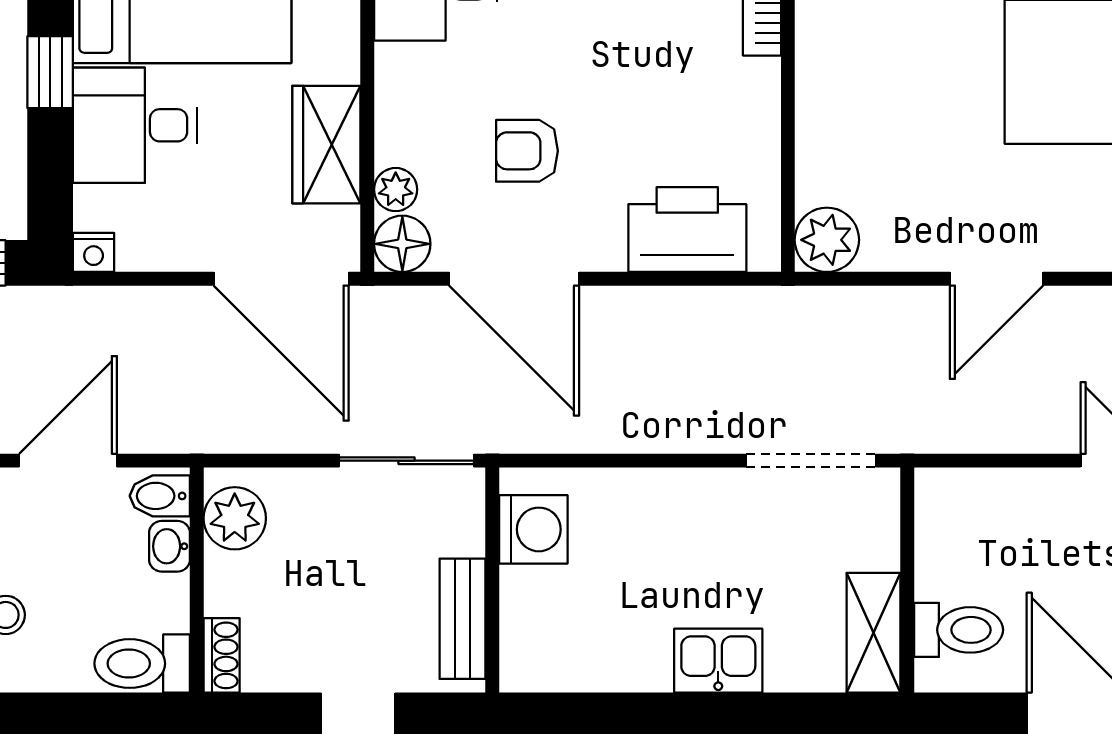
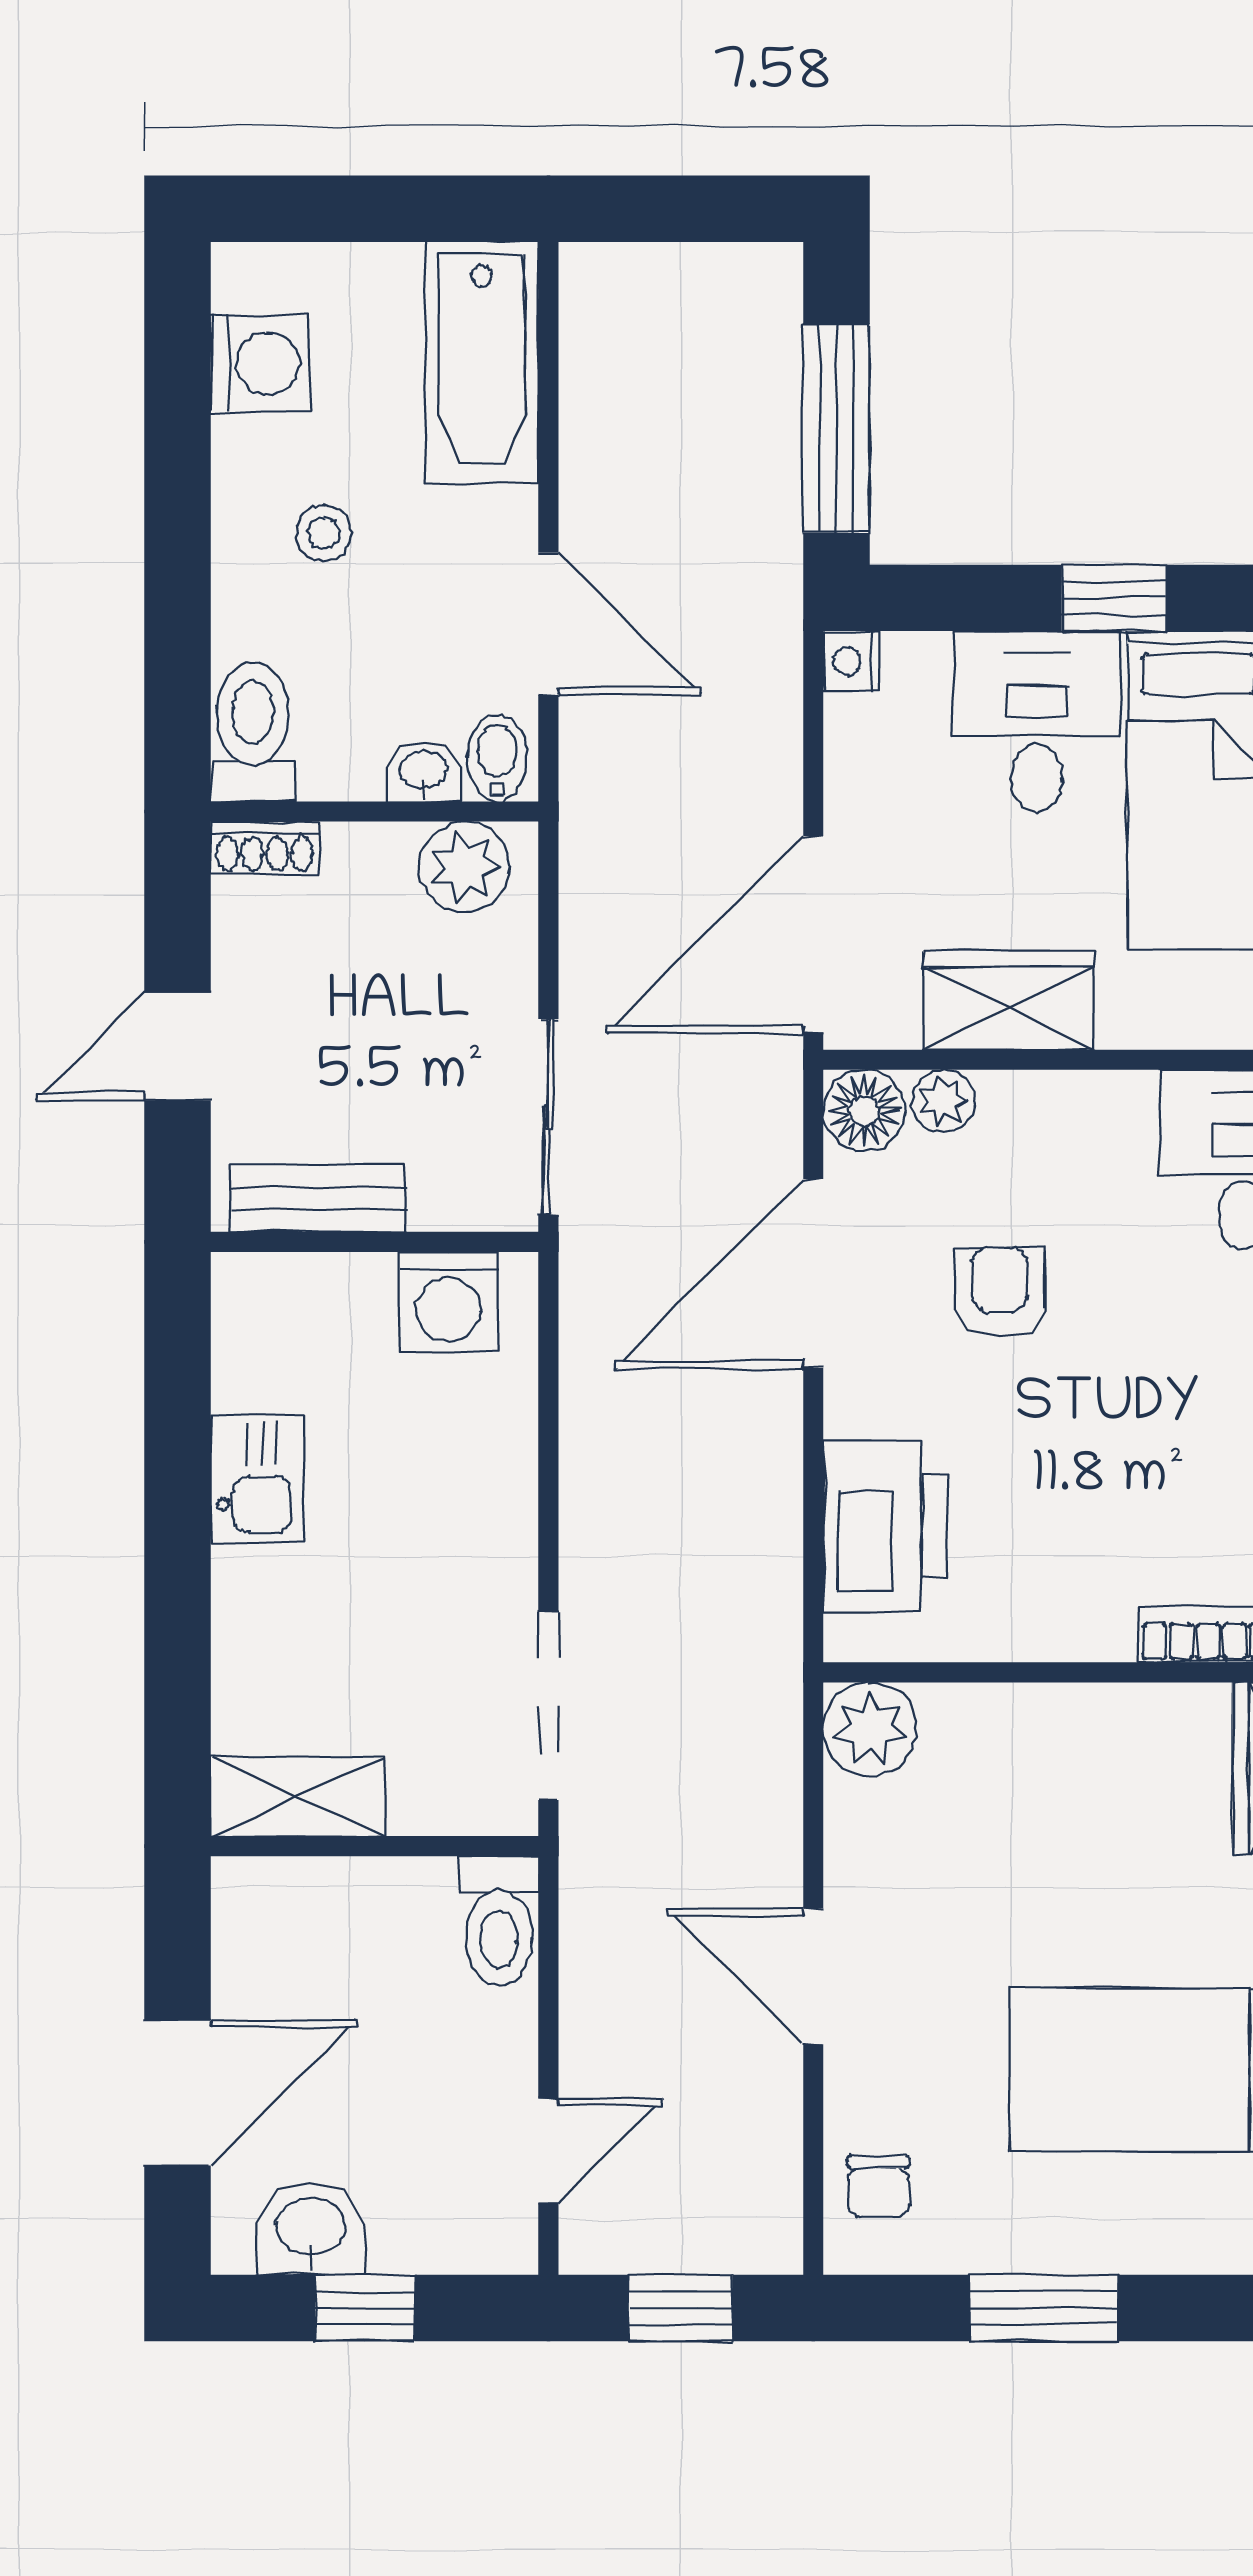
toilet: (959, 630) -> (499, 1921), moved
kitchen sink: (718, 661) -> (257, 1479), moved

